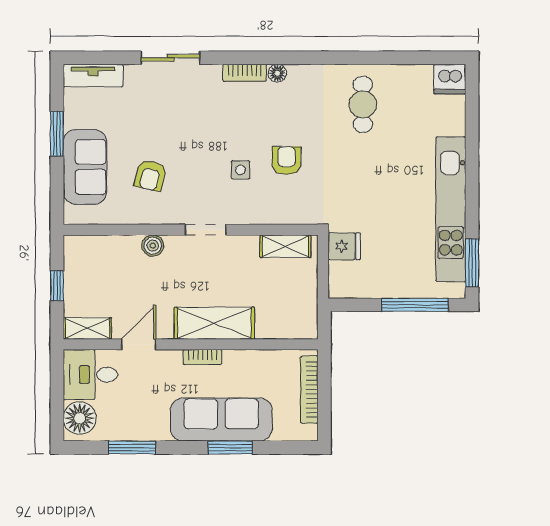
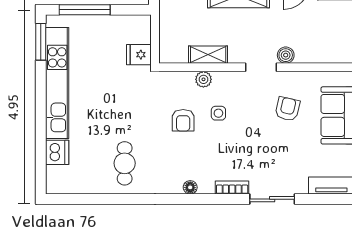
bookcase: (245, 73) -> (232, 188), moved
dishwasher: (450, 79) -> (57, 152), moved, turned 90
plant: (260, 214) -> (203, 79), added
doorway: (206, 230) -> (261, 67), moved
shelving: (285, 246) -> (208, 55), moved

